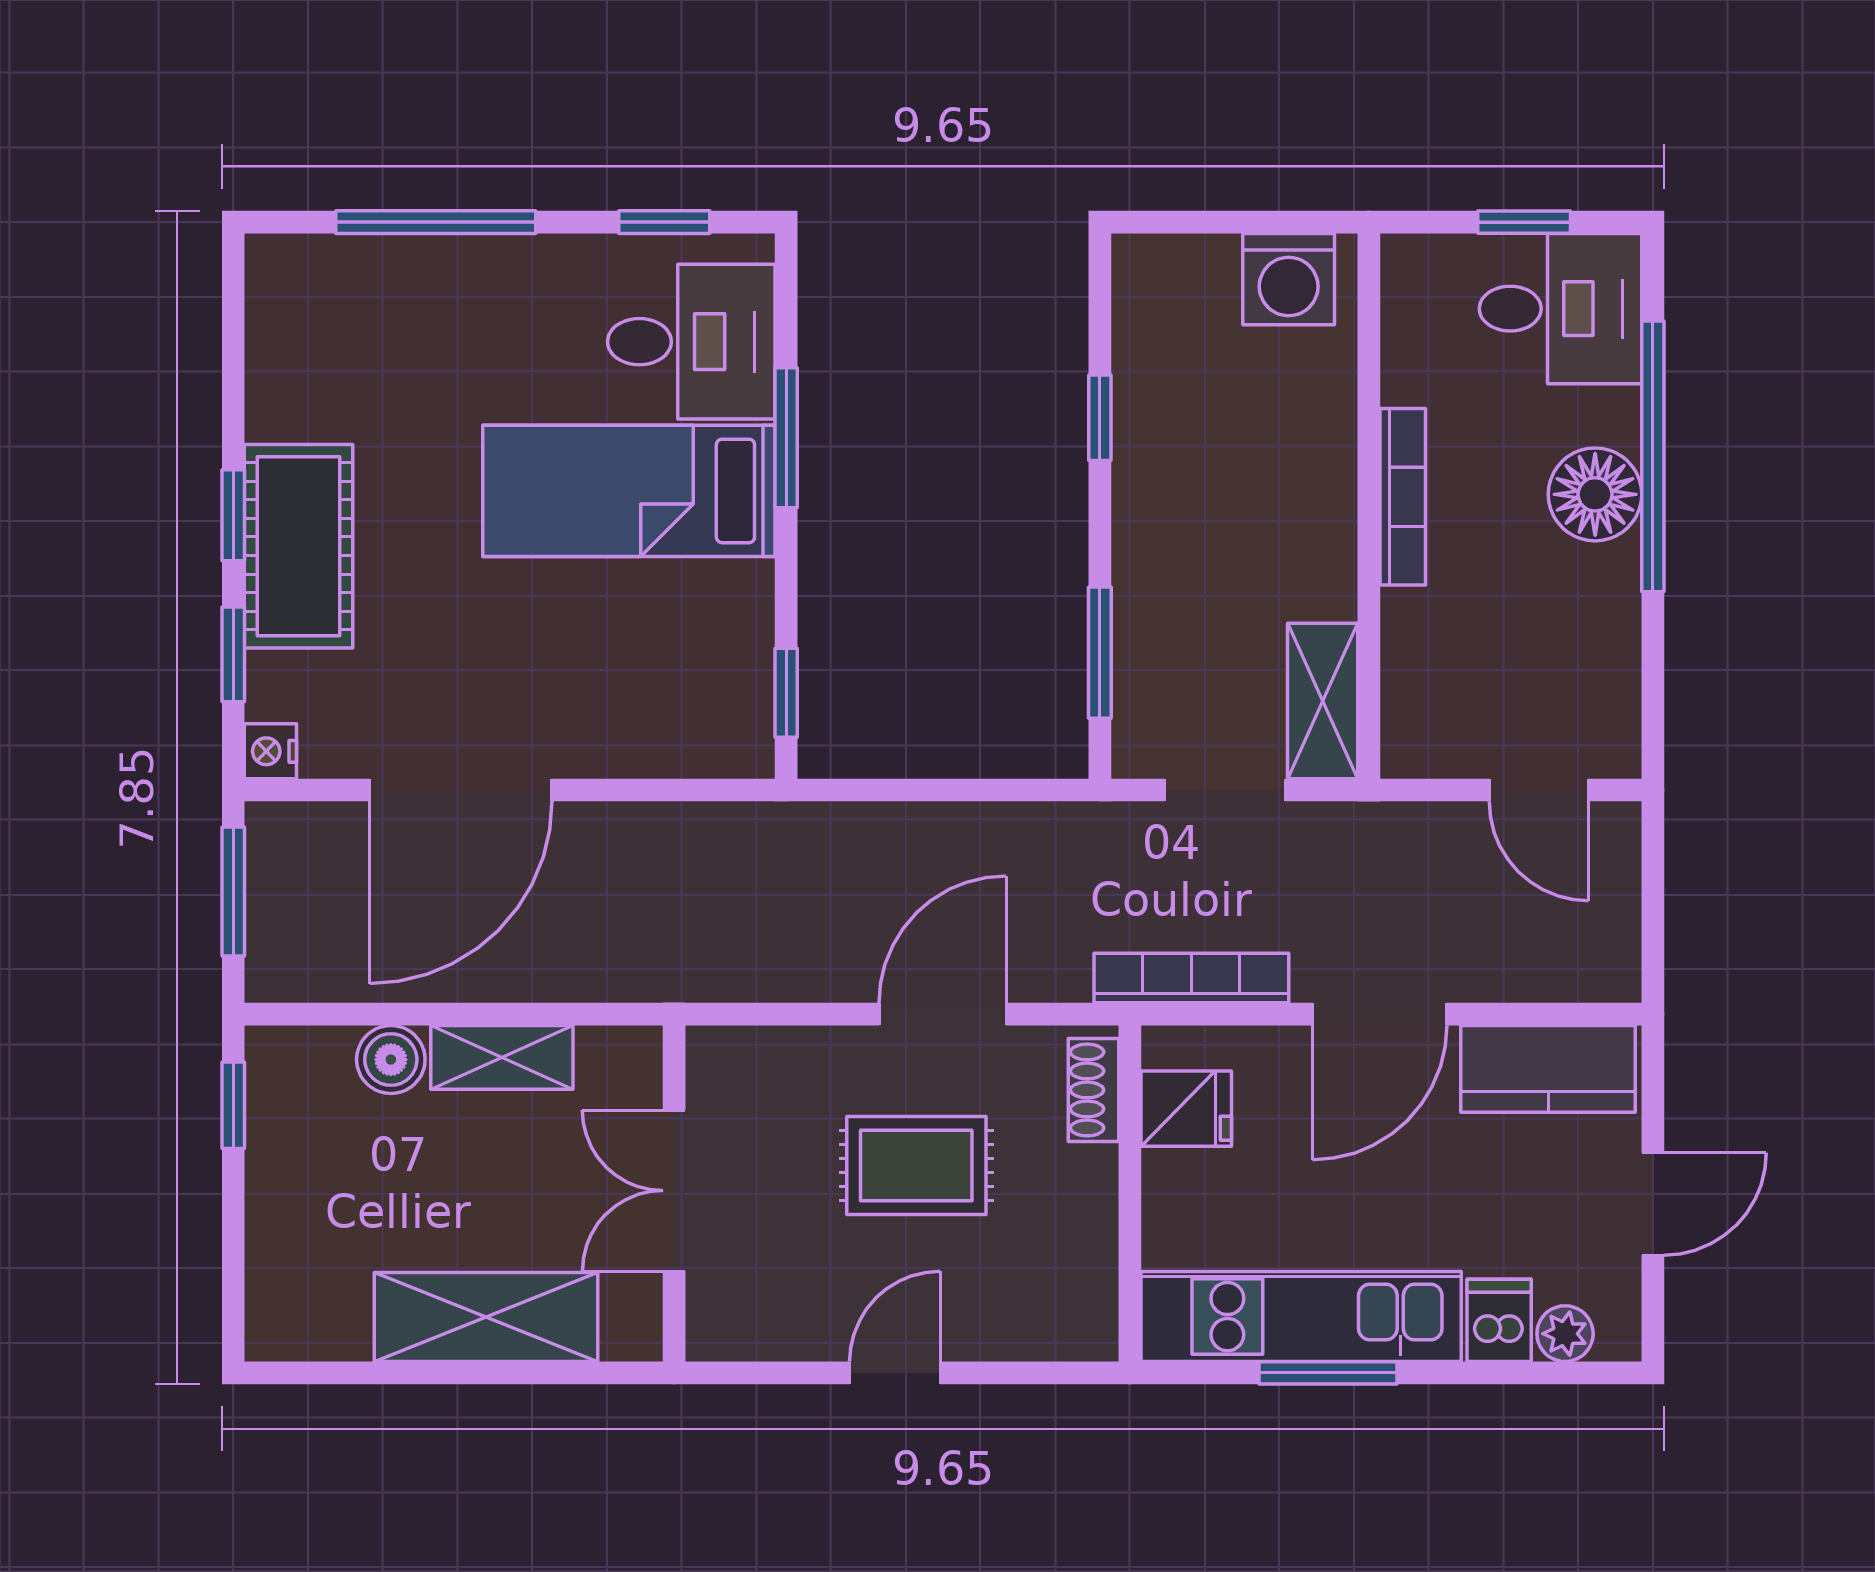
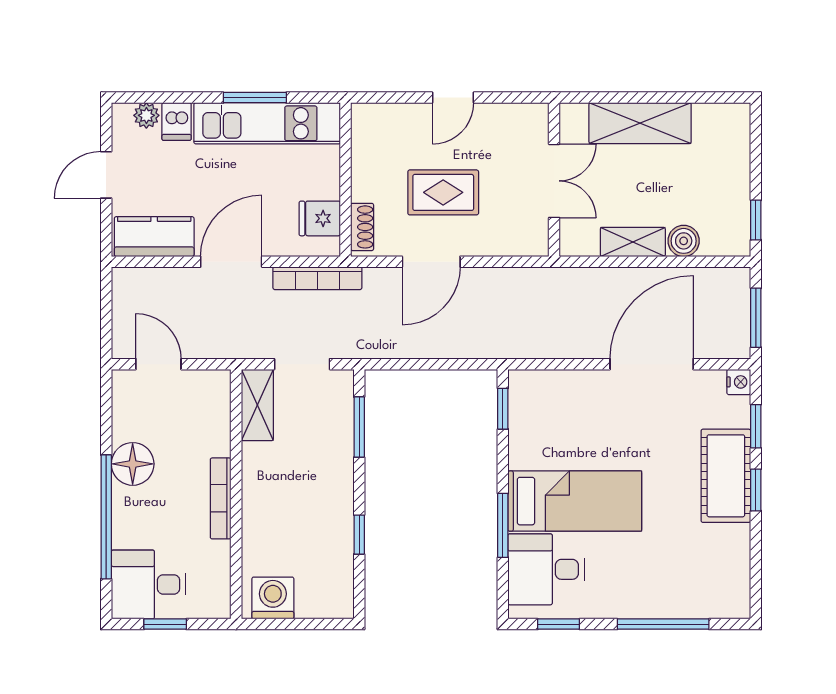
floor lamp: (1595, 494) -> (133, 464), moved

